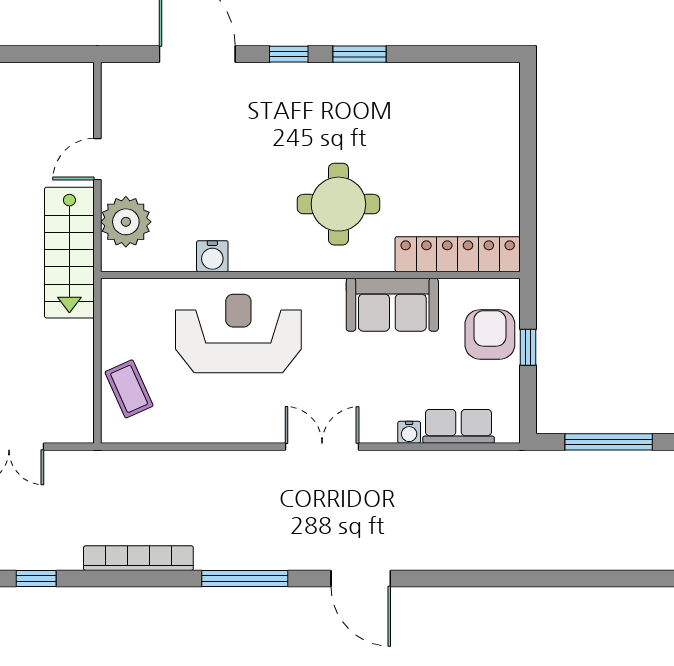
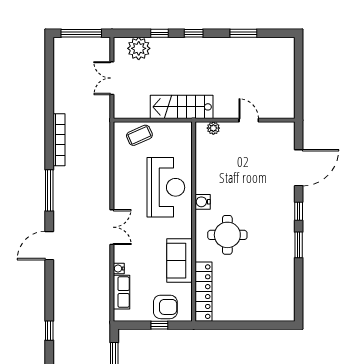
plant: (126, 222) -> (213, 128), width x0.53, depth x0.53
stairs: (69, 253) -> (182, 107), moved
water cooler: (212, 256) -> (203, 202), moved
window: (36, 579) -> (49, 331), moved

